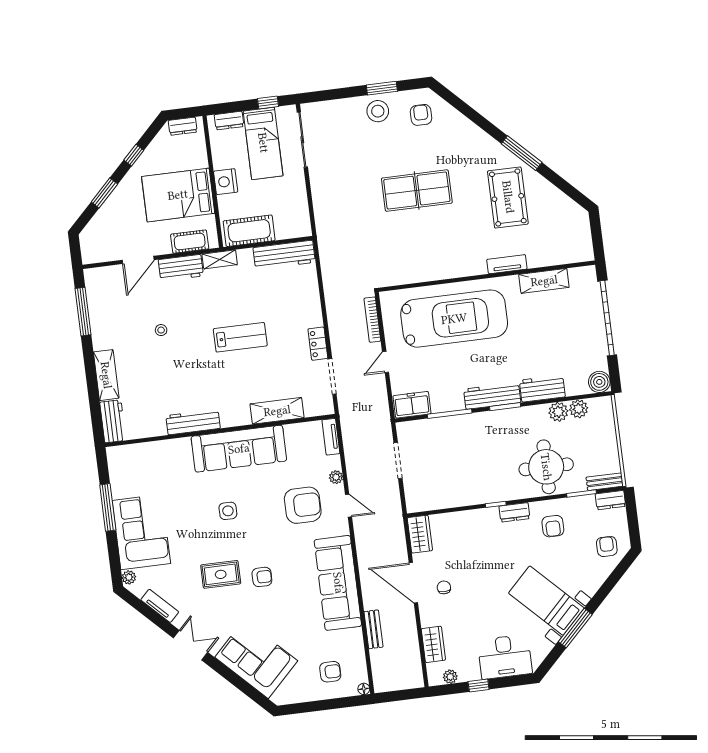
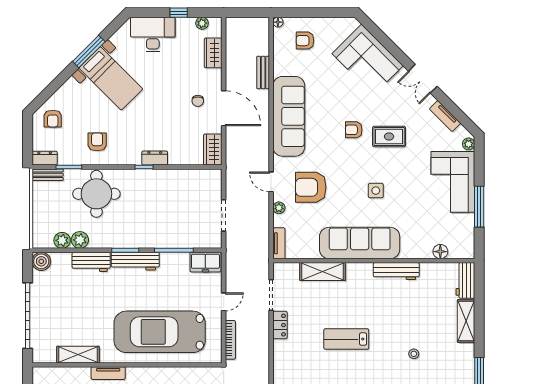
floor lamp: (146, 451) -> (440, 252), added
dresser: (514, 512) -> (155, 158), moved

